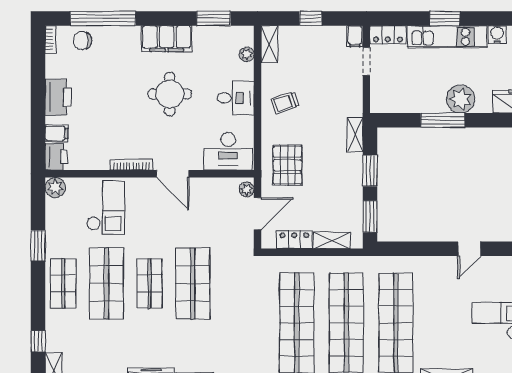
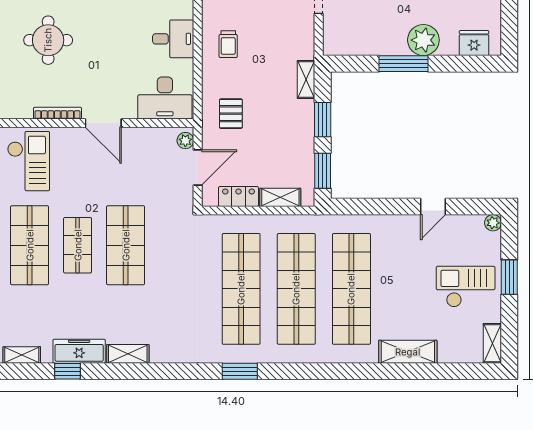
round table: (170, 94) -> (48, 40), moved
trolley: (285, 103) -> (228, 44), turned -71
pallet: (287, 165) -> (231, 114), width x0.67, depth x0.71

